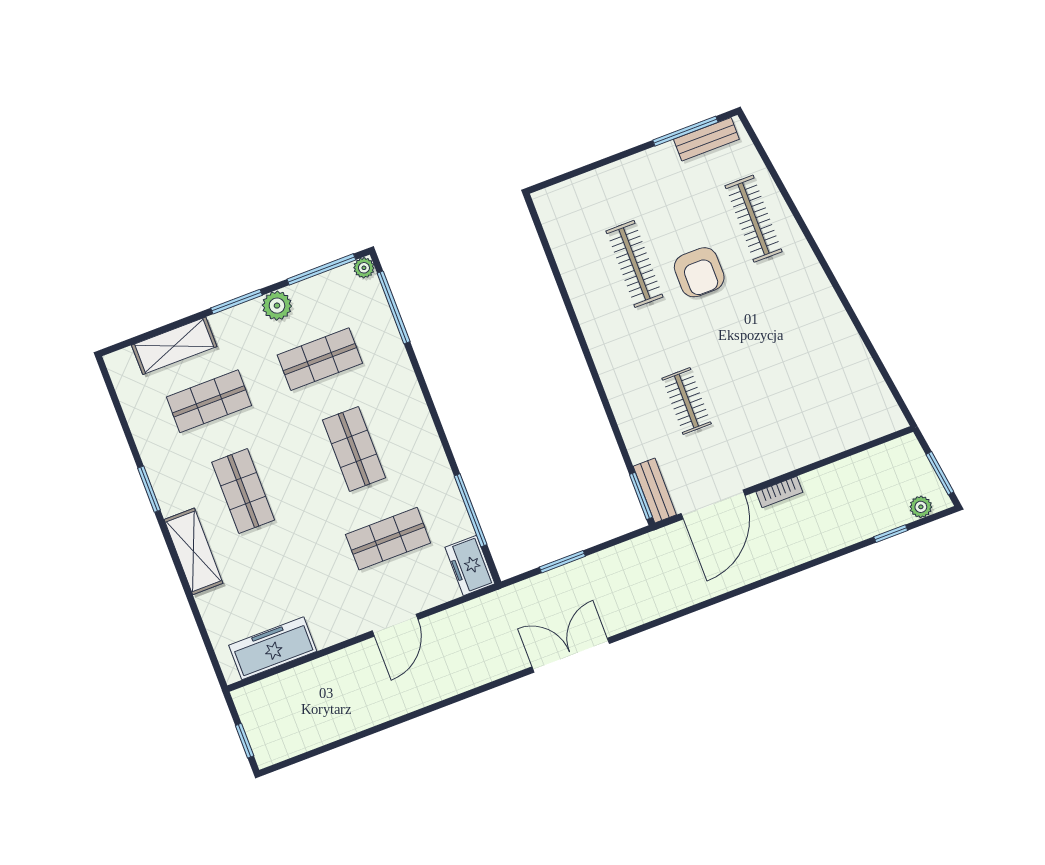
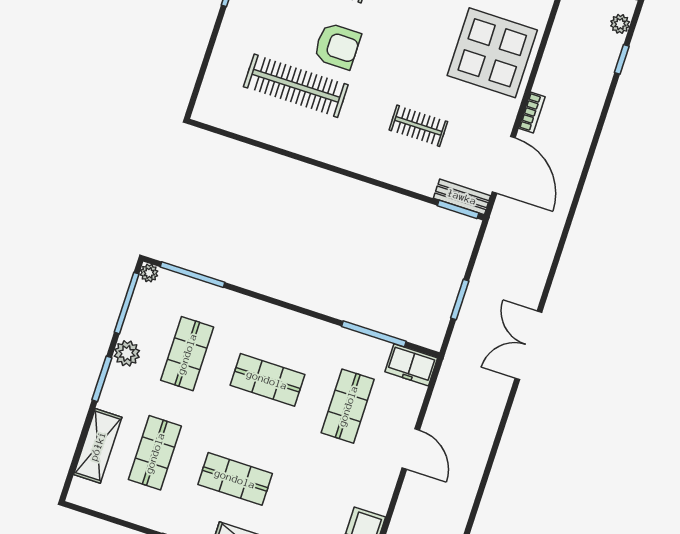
clothes rail: (634, 264) -> (296, 86), width x1.37, depth x1.31
display table: (804, 414) -> (492, 53), added

